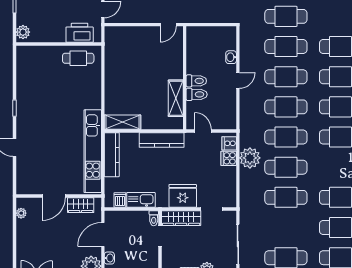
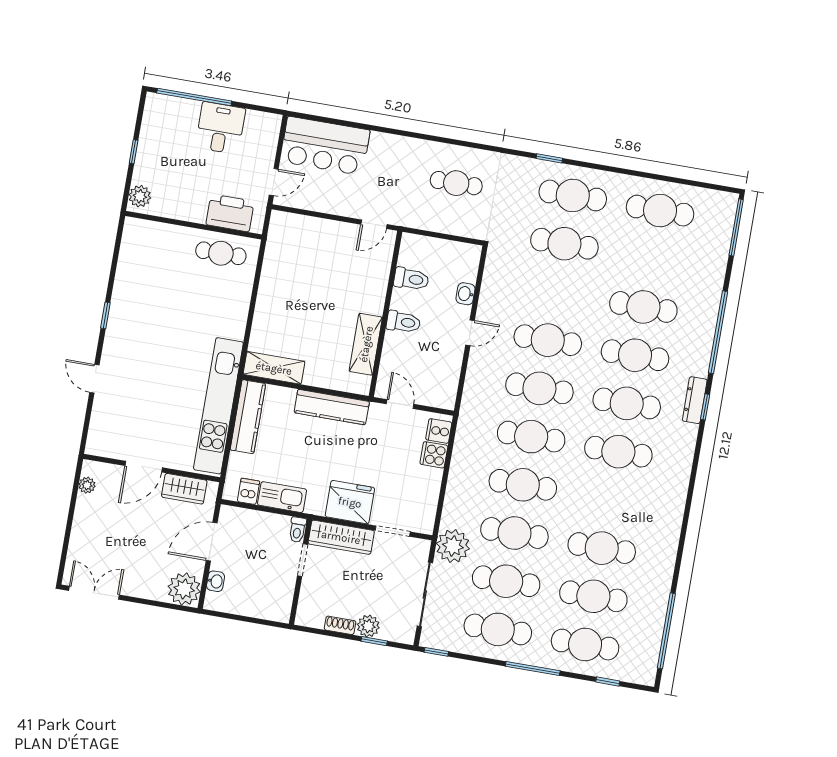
cafe table: (286, 47) -> (506, 581), moved
toilet: (197, 94) -> (411, 279), moved
plant: (250, 158) -> (453, 546), moved

